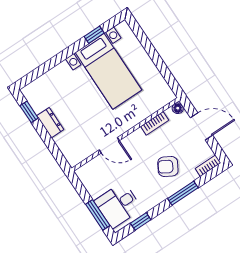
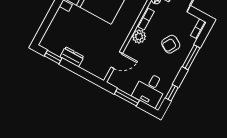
plant: (137, 139) -> (139, 36), added
door: (109, 145) -> (117, 60), moved
window: (98, 215) -> (127, 97), moved

